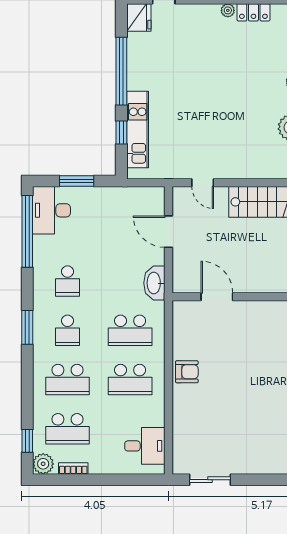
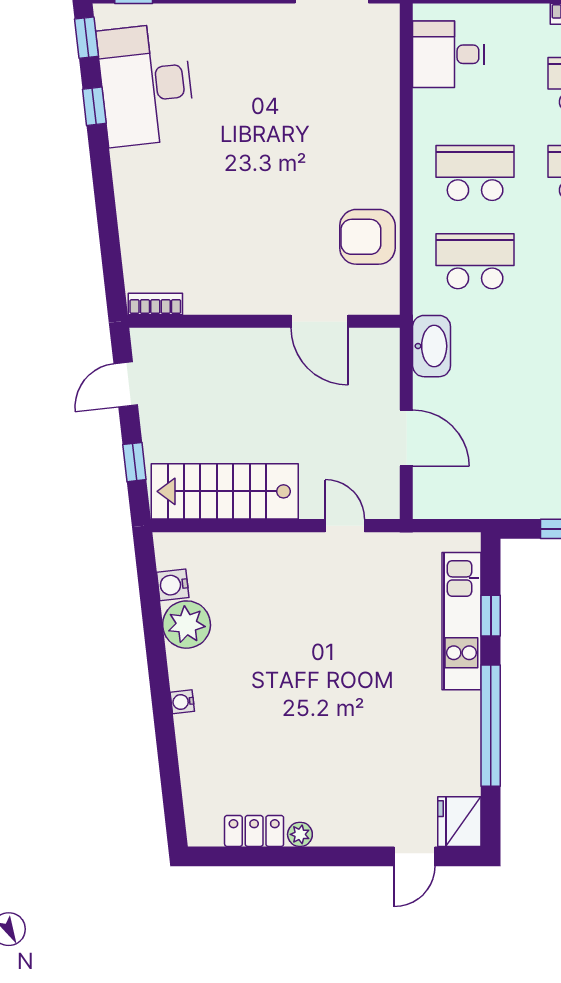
armchair: (187, 372) -> (367, 237), moved, width x1.38, depth x1.38

